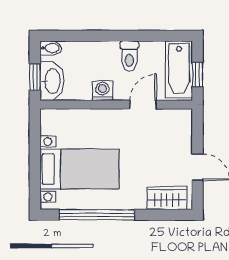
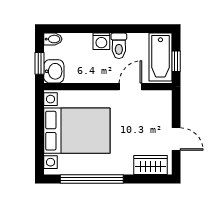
washbasin: (52, 81) -> (54, 71), width x0.72
washing machine: (102, 91) -> (101, 41), moved, turned 180
bed with nightstands: (79, 169) -> (77, 131), width x1.36

